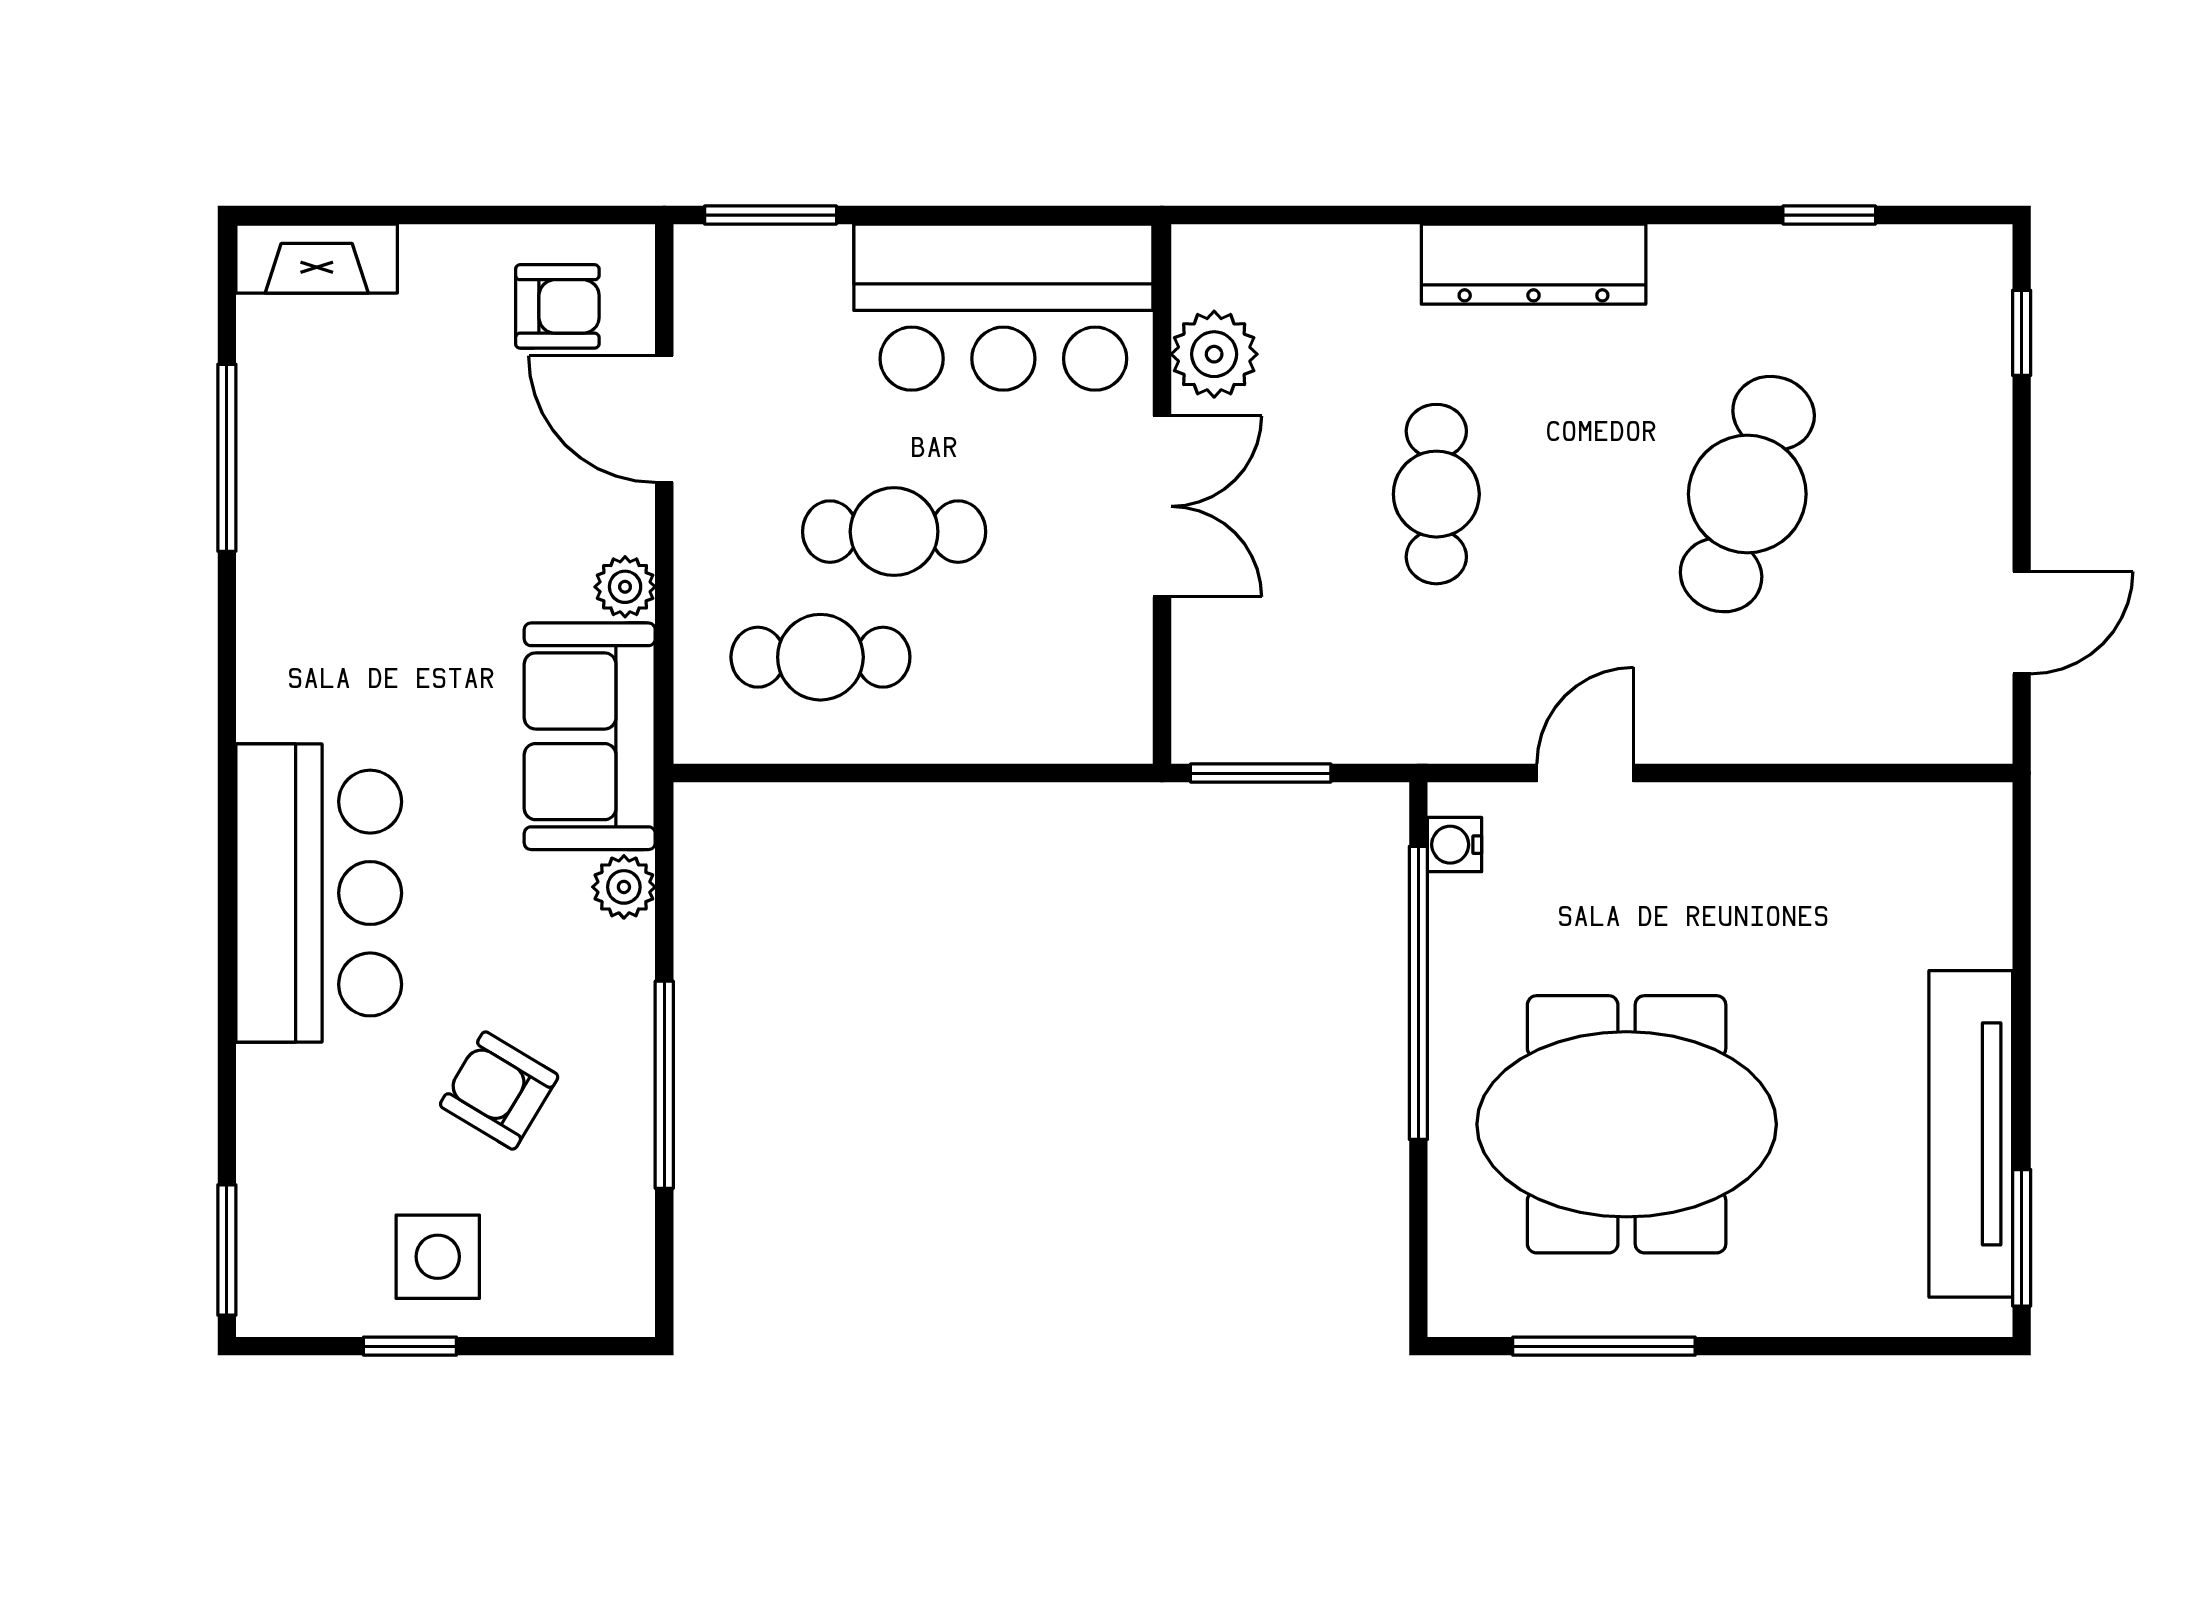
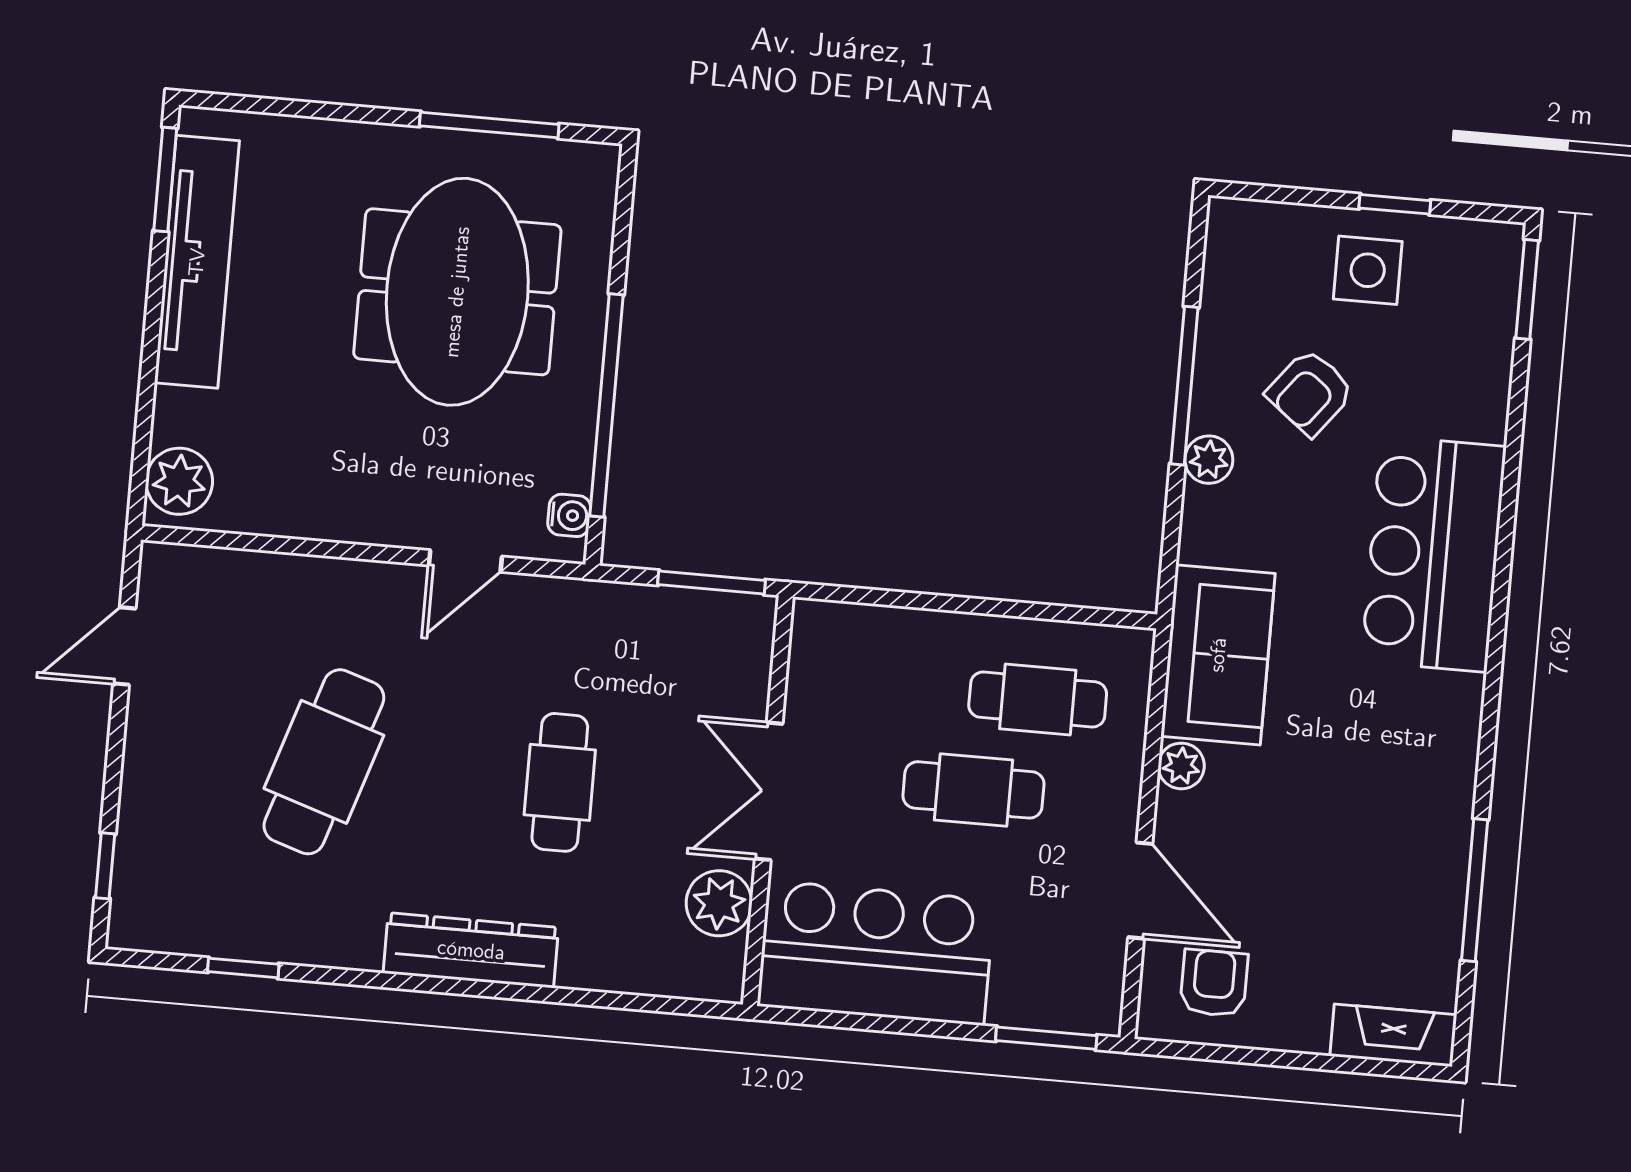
armchair: (557, 306) -> (1214, 983), turned 90
plant: (1969, 845) -> (179, 481), added
plant: (624, 887) -> (1209, 460), moved
armchair: (499, 1091) -> (1310, 392), turned 97
meeting table: (1627, 1124) -> (457, 292), turned 90

